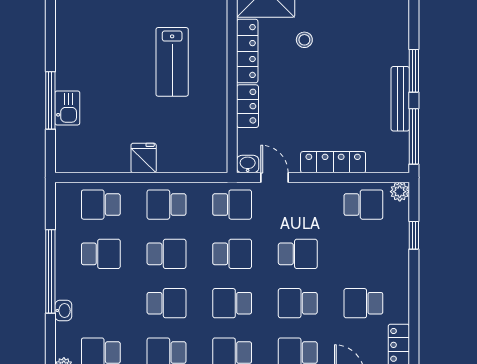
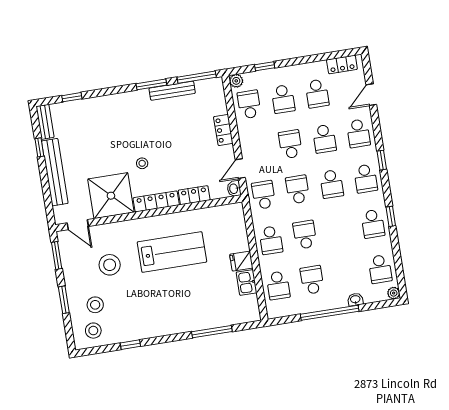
lab bench: (172, 62) -> (172, 252), width x1.36, depth x1.39
kitchen sink: (67, 108) -> (247, 282), moved, turned -90
locker: (333, 162) -> (223, 130), width x0.66
school desk: (166, 303) -> (283, 99), moved, turned 180

